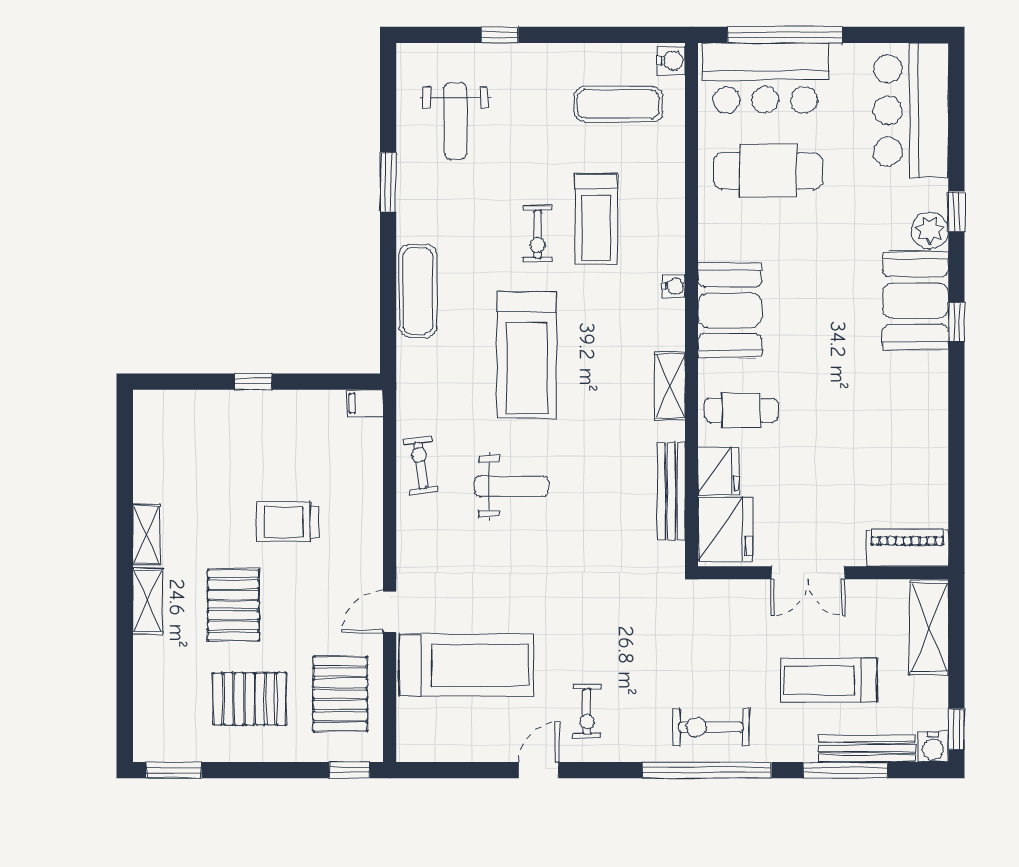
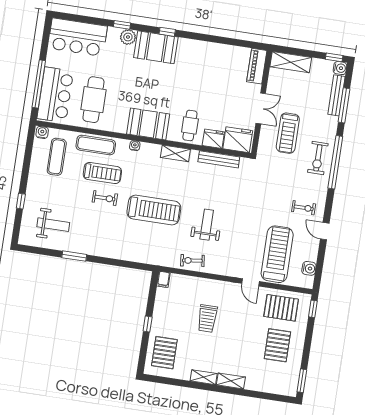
exercise mat: (418, 291) -> (96, 145), moved
pallet: (233, 605) -> (164, 353), moved, turned 90
treadmill: (829, 680) -> (288, 133), moved
water cooler: (444, 746) -> (309, 268), added

